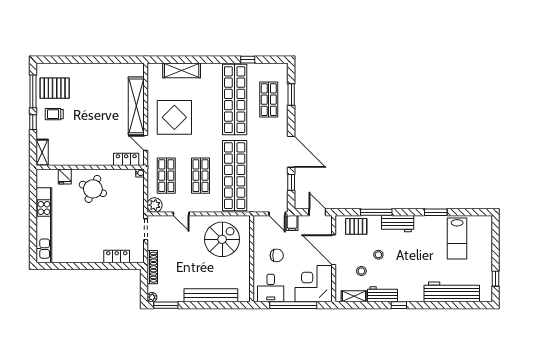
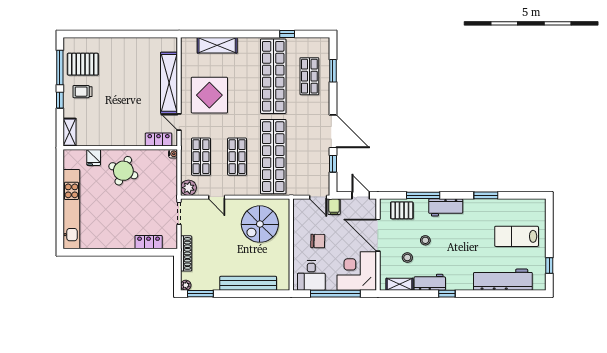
lab bench: (457, 238) -> (517, 236), moved, turned 90
spiral stairs: (222, 239) -> (260, 224), turned 180

